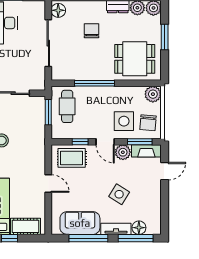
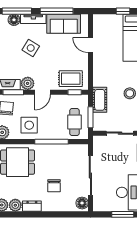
side table: (124, 121) -> (29, 125), moved
window: (80, 142) -> (75, 92), moved
door: (105, 142) -> (42, 92), swing flipped
door: (48, 184) -> (90, 45), moved
cot: (25, 226) -> (100, 100), moved, turned 90

